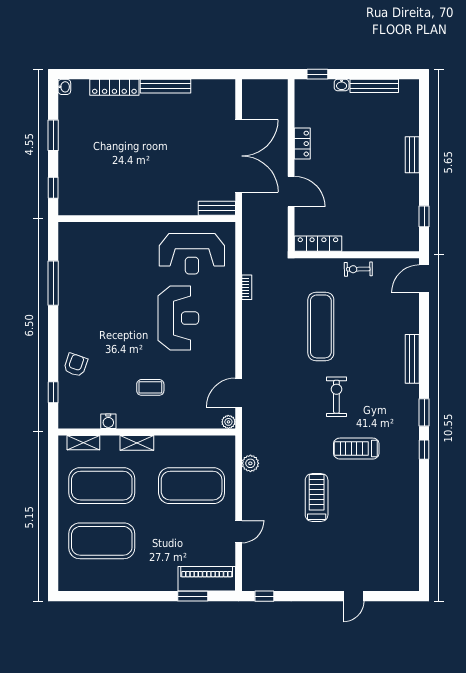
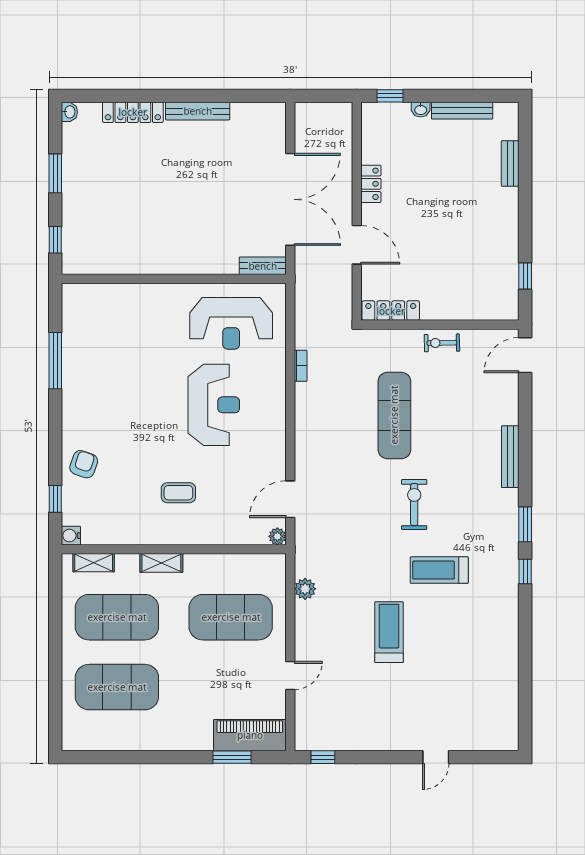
bench: (412, 155) -> (510, 163), moved
water cooler: (108, 421) -> (71, 536), moved, turned 90

